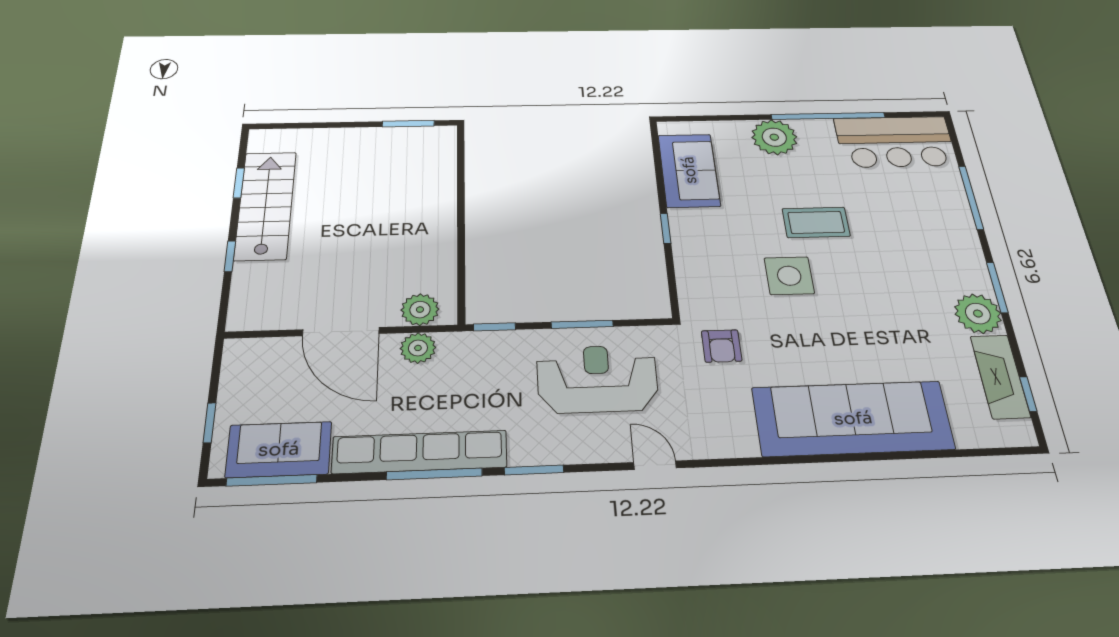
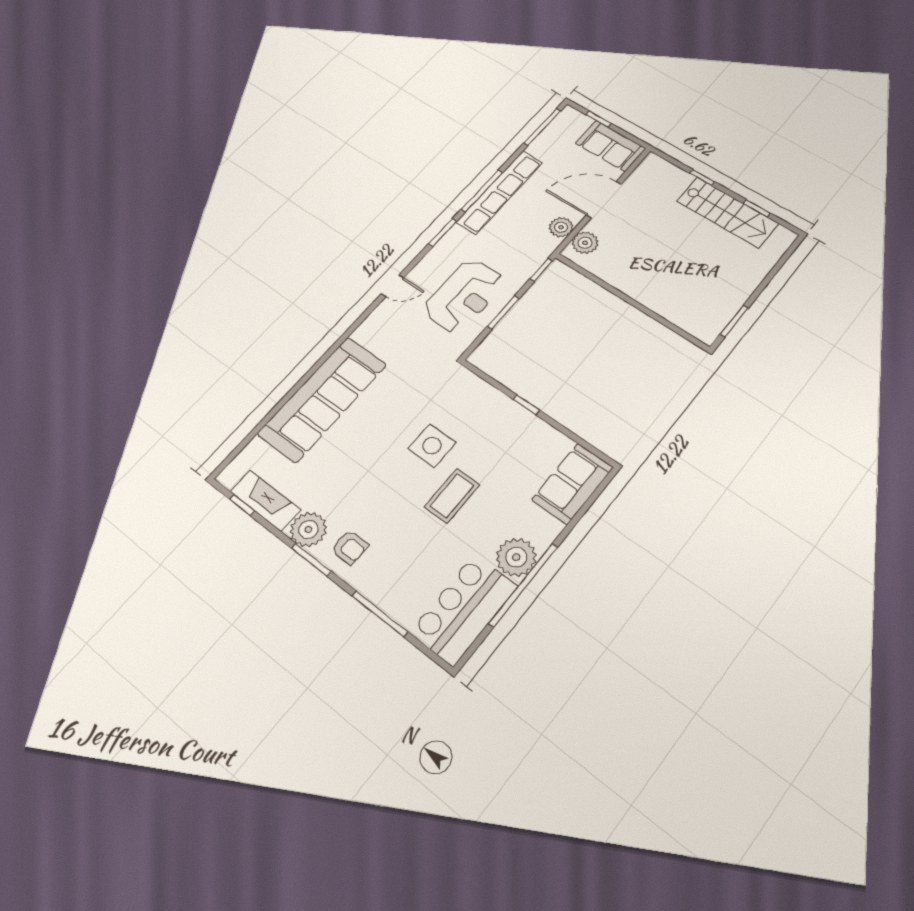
plant: (774, 137) -> (516, 557), moved
sofa: (689, 170) -> (573, 484), moved, turned 90
armchair: (722, 346) -> (350, 547), moved, turned 180
sofa: (279, 449) -> (610, 146), moved, turned 90

